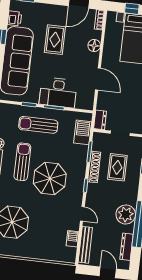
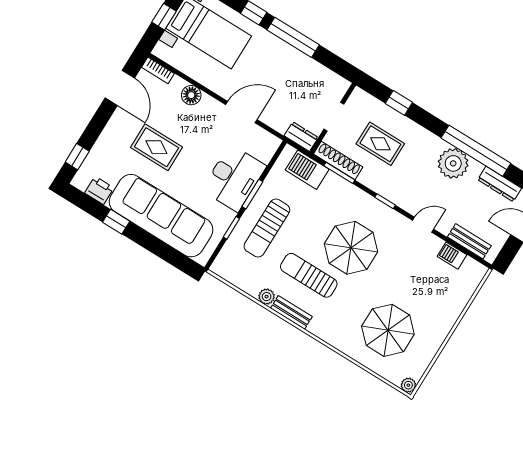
shoe rack: (94, 167) -> (338, 161), moved
bench: (85, 245) -> (469, 241), width x0.73

